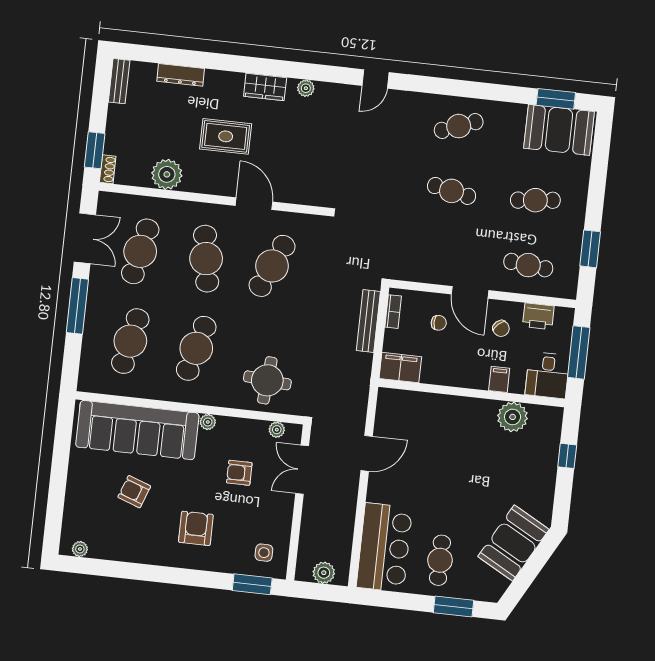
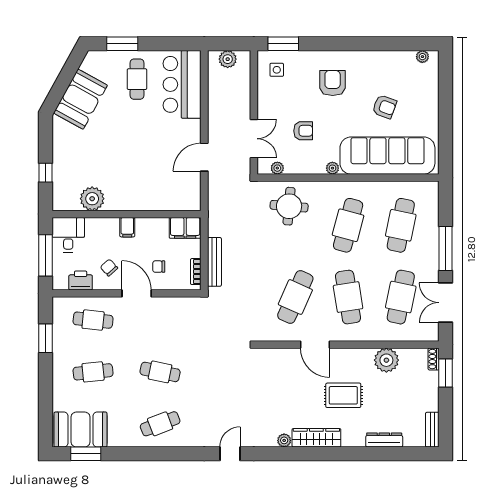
wardrobe: (265, 87) -> (316, 438), width x1.50
filing cabinet: (499, 379) -> (127, 227), moved
armchair: (196, 528) -> (333, 83), turned 180

